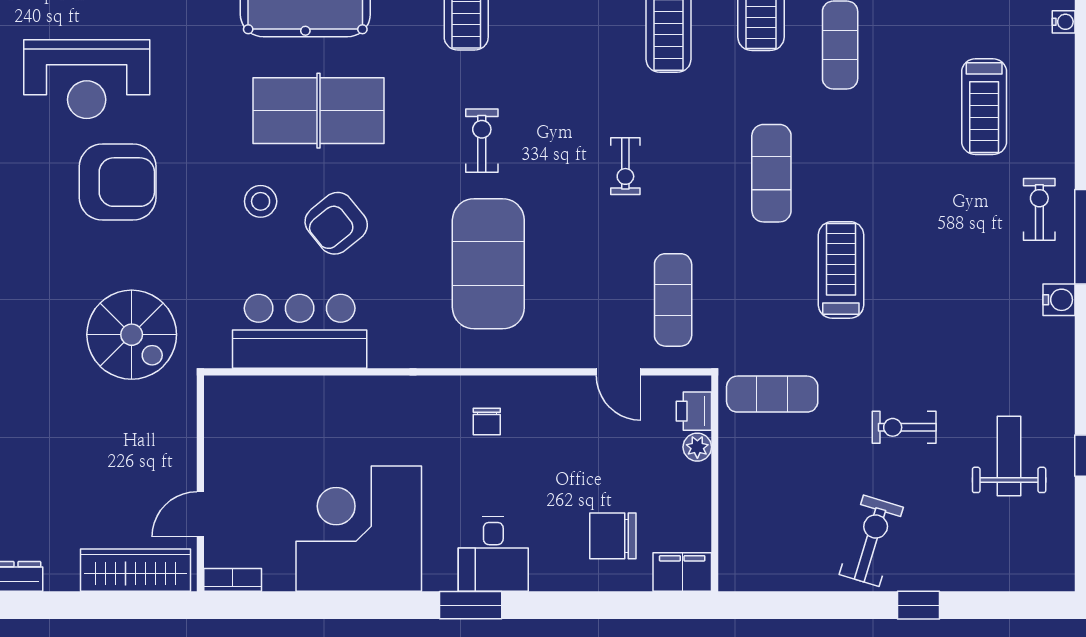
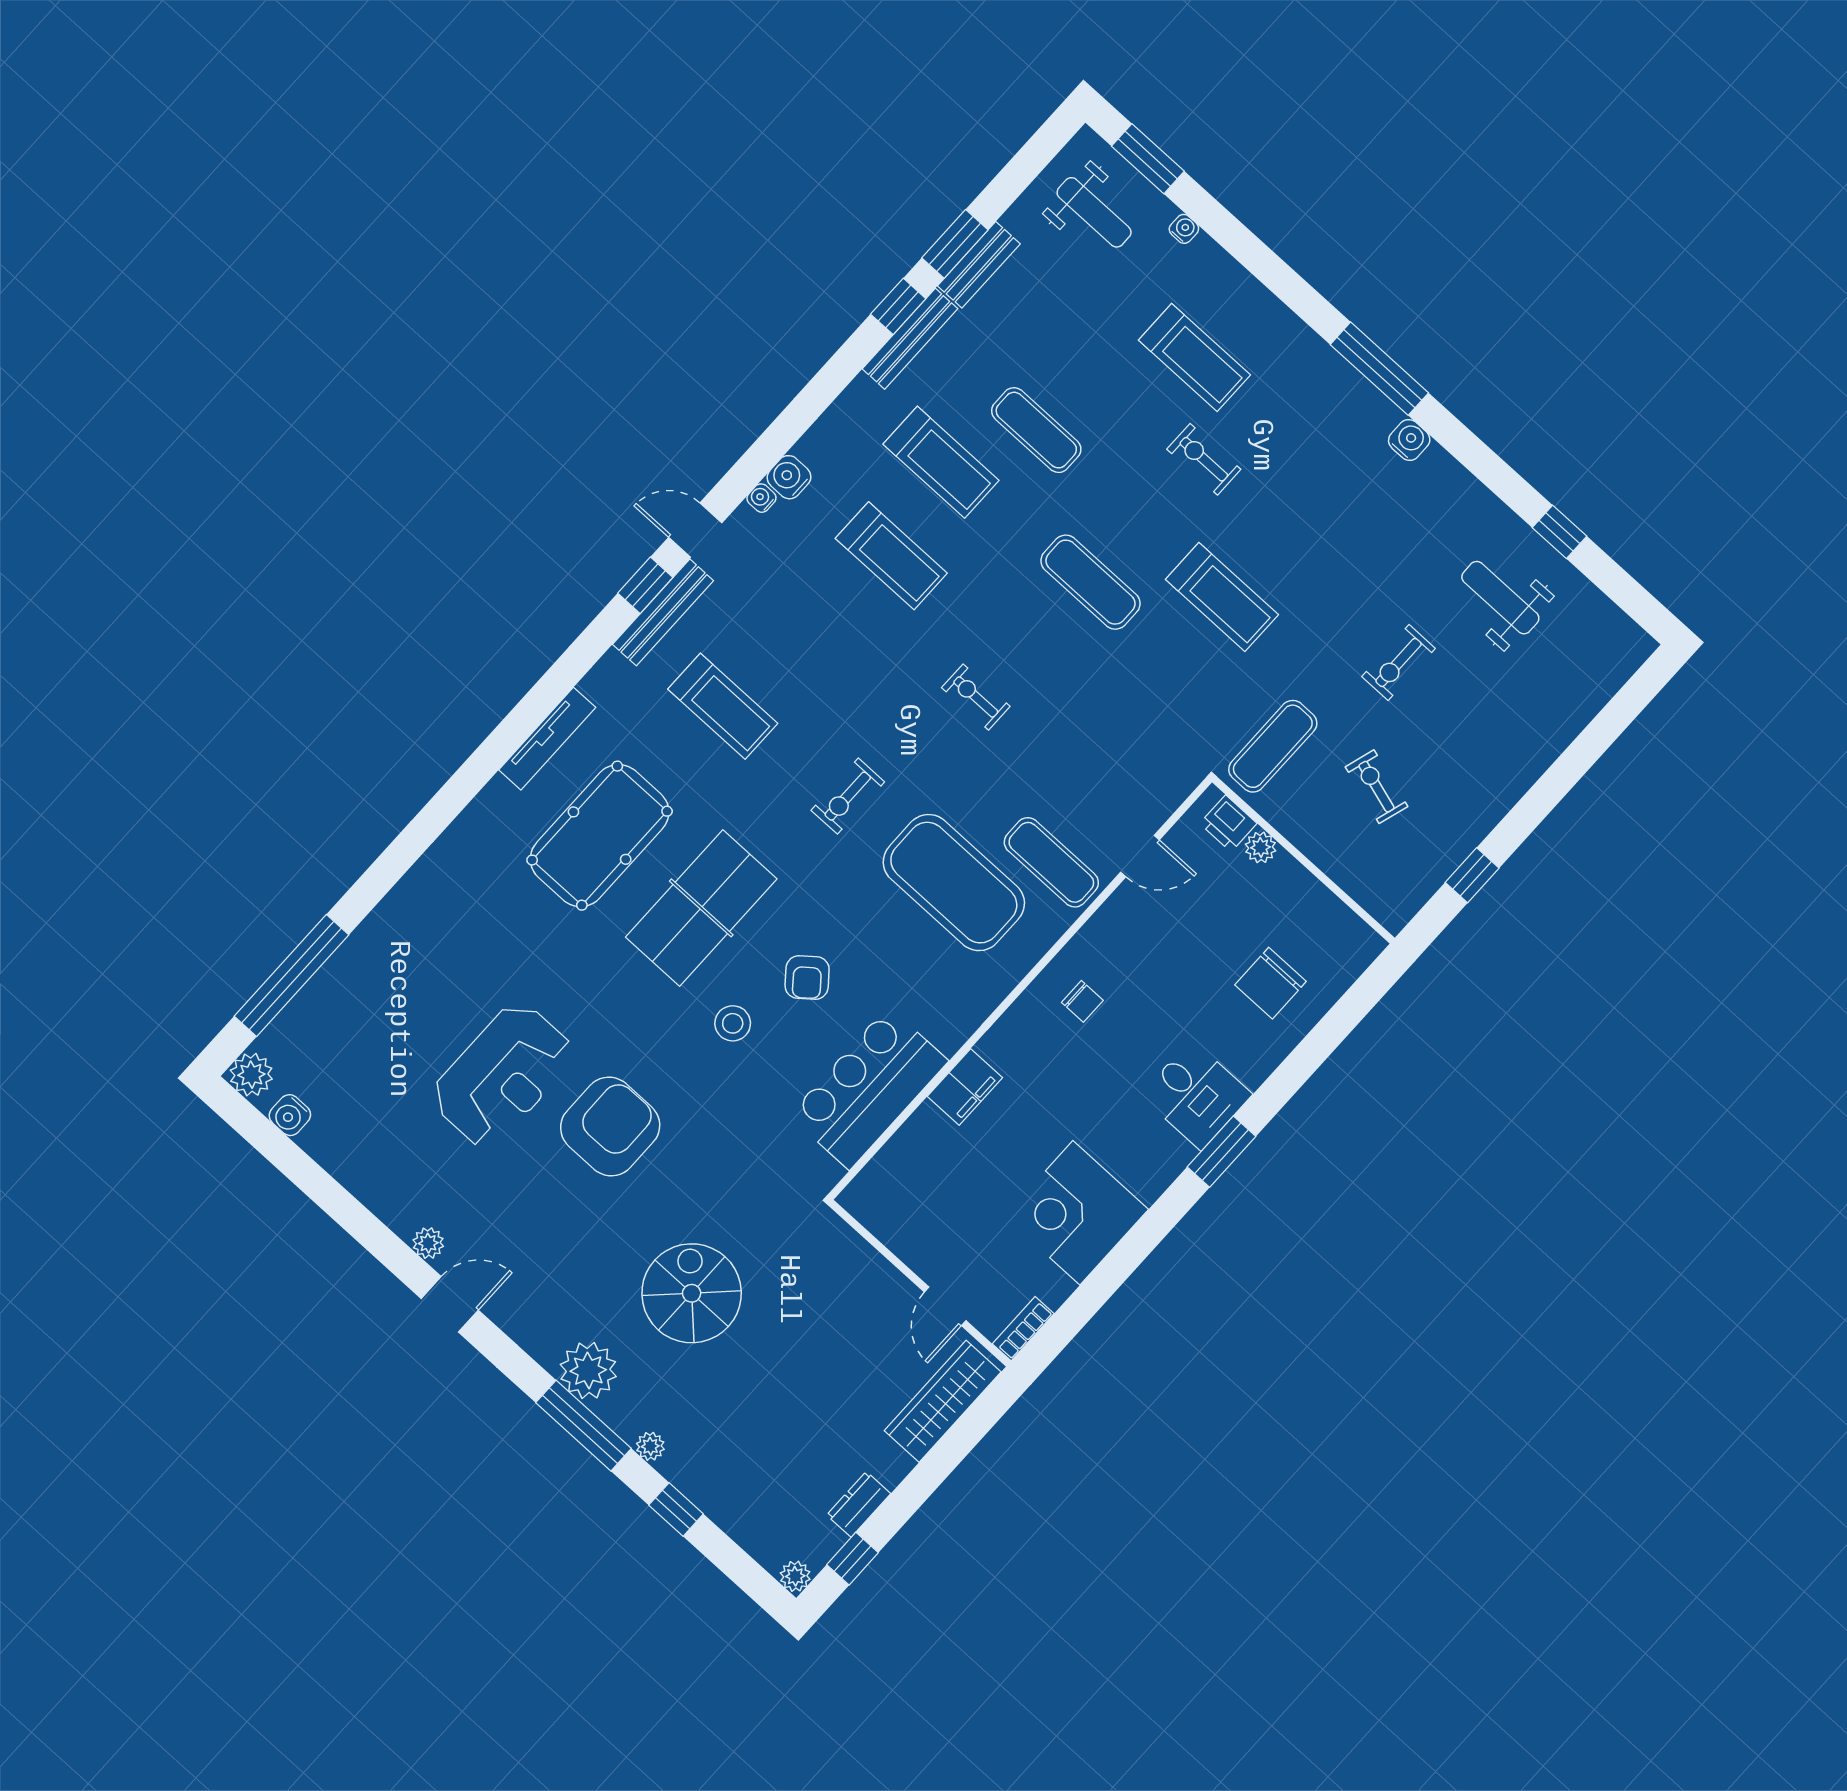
exercise bike: (482, 141) -> (848, 796), turned -90
exercise bike: (625, 166) -> (976, 697), turned 180
exercise bike: (1039, 209) -> (1204, 459), moved
armchair: (336, 223) -> (807, 978), width x0.72, depth x0.72
treadmill: (841, 270) -> (1222, 597), turned 180
exercise mat: (673, 300) -> (1051, 862), moved
spiral stairs: (132, 335) -> (692, 1293), moved, turned -90
corner desk: (359, 529) -> (1076, 1213), width x0.74, depth x0.74
exercise bike: (871, 541) -> (1376, 787), moved, width x0.73, depth x0.72
filing cabinet: (682, 572) -> (965, 1087), moved, turned 180
window: (919, 605) -> (1472, 875), moved

